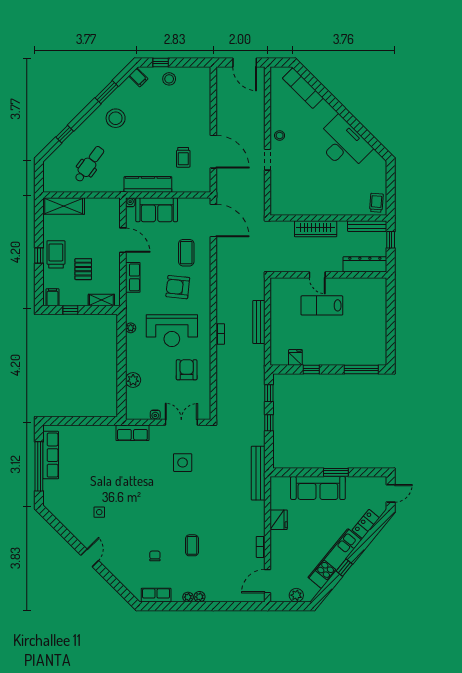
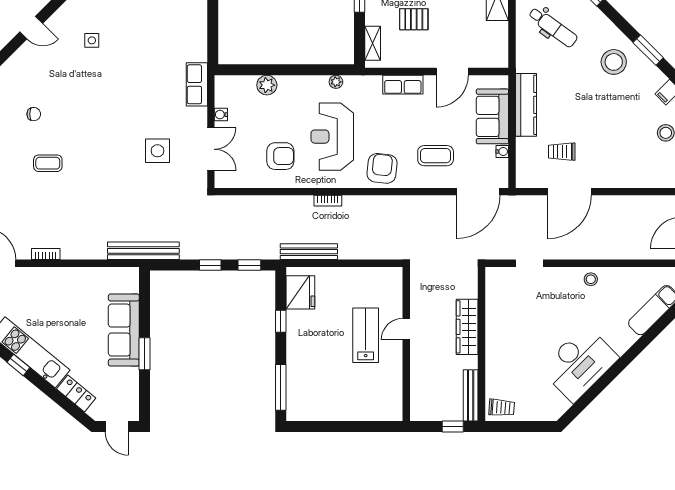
doorway: (268, 160) -> (529, 263), moved
water cooler: (130, 202) -> (502, 151), moved
dresser: (365, 264) -> (420, 392), removed
armchair: (178, 287) -> (382, 168), moved
bench: (259, 322) -> (309, 252), moved
fridge: (295, 357) -> (300, 292), width x1.88, depth x1.34
fridge: (279, 520) -> (82, 278), removed

